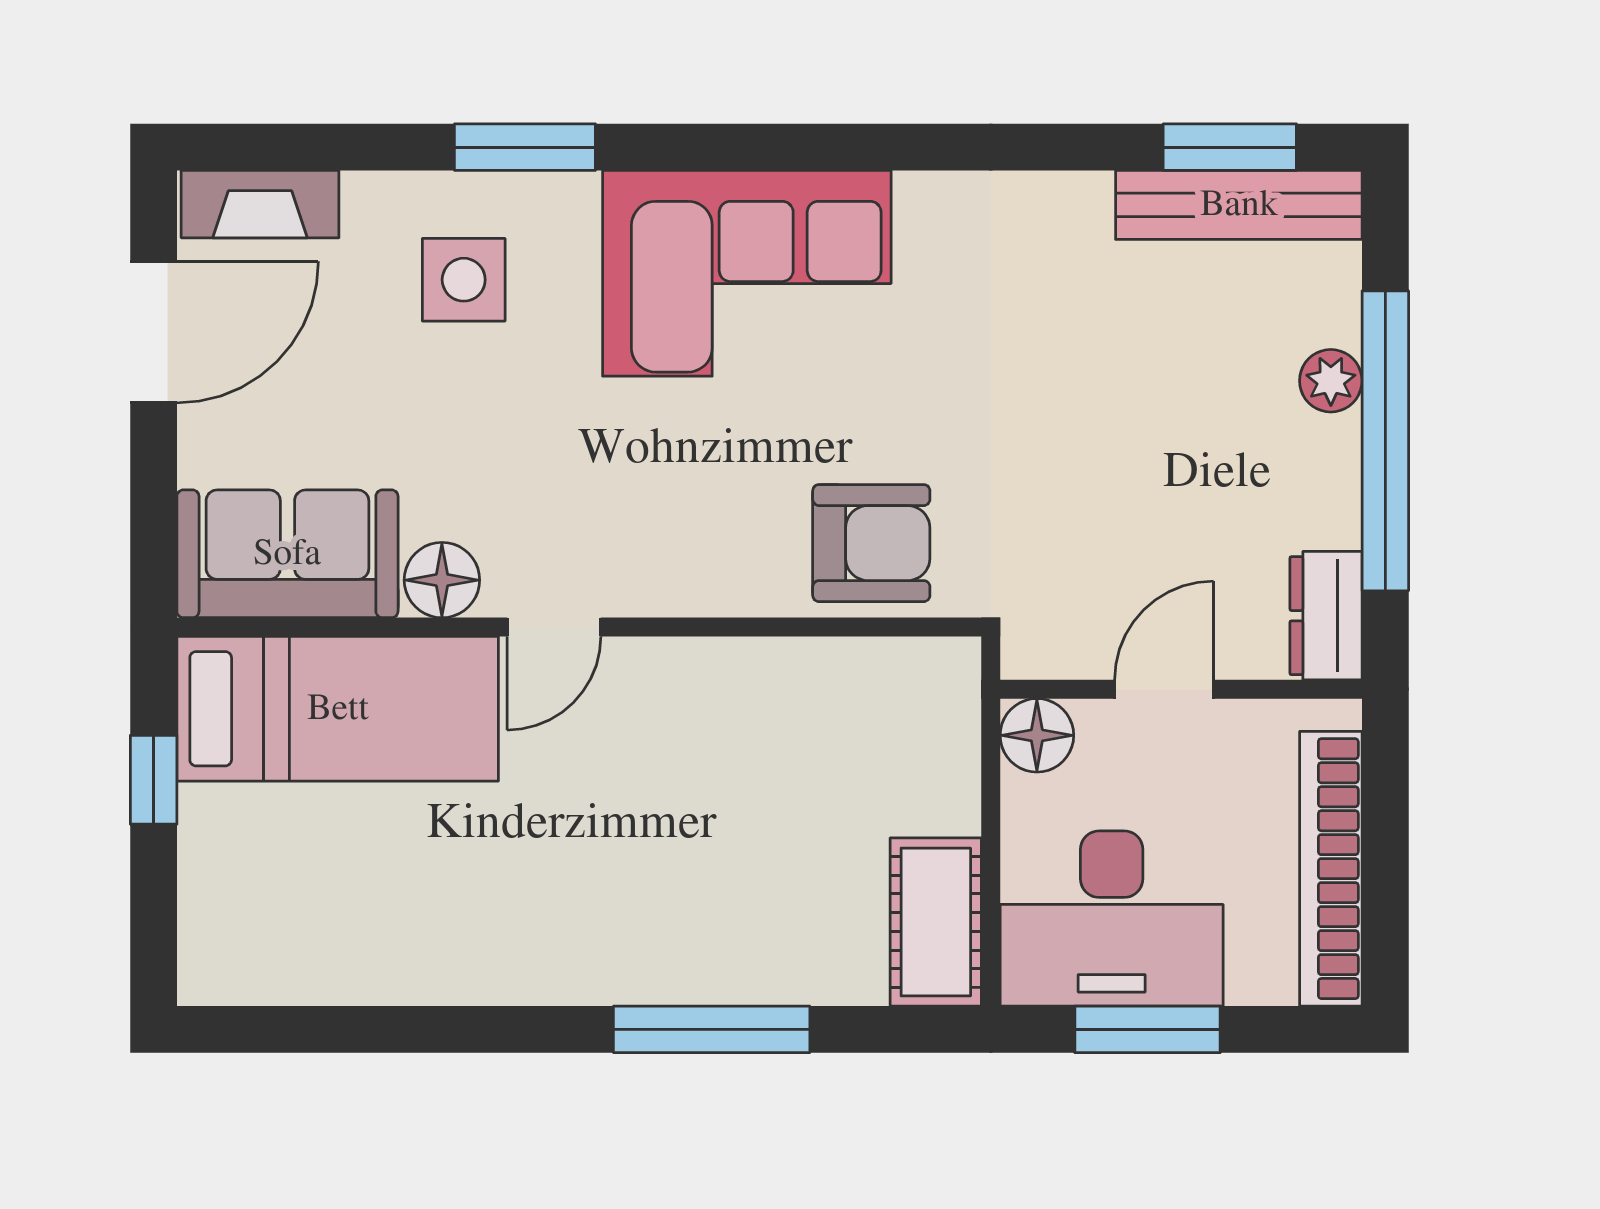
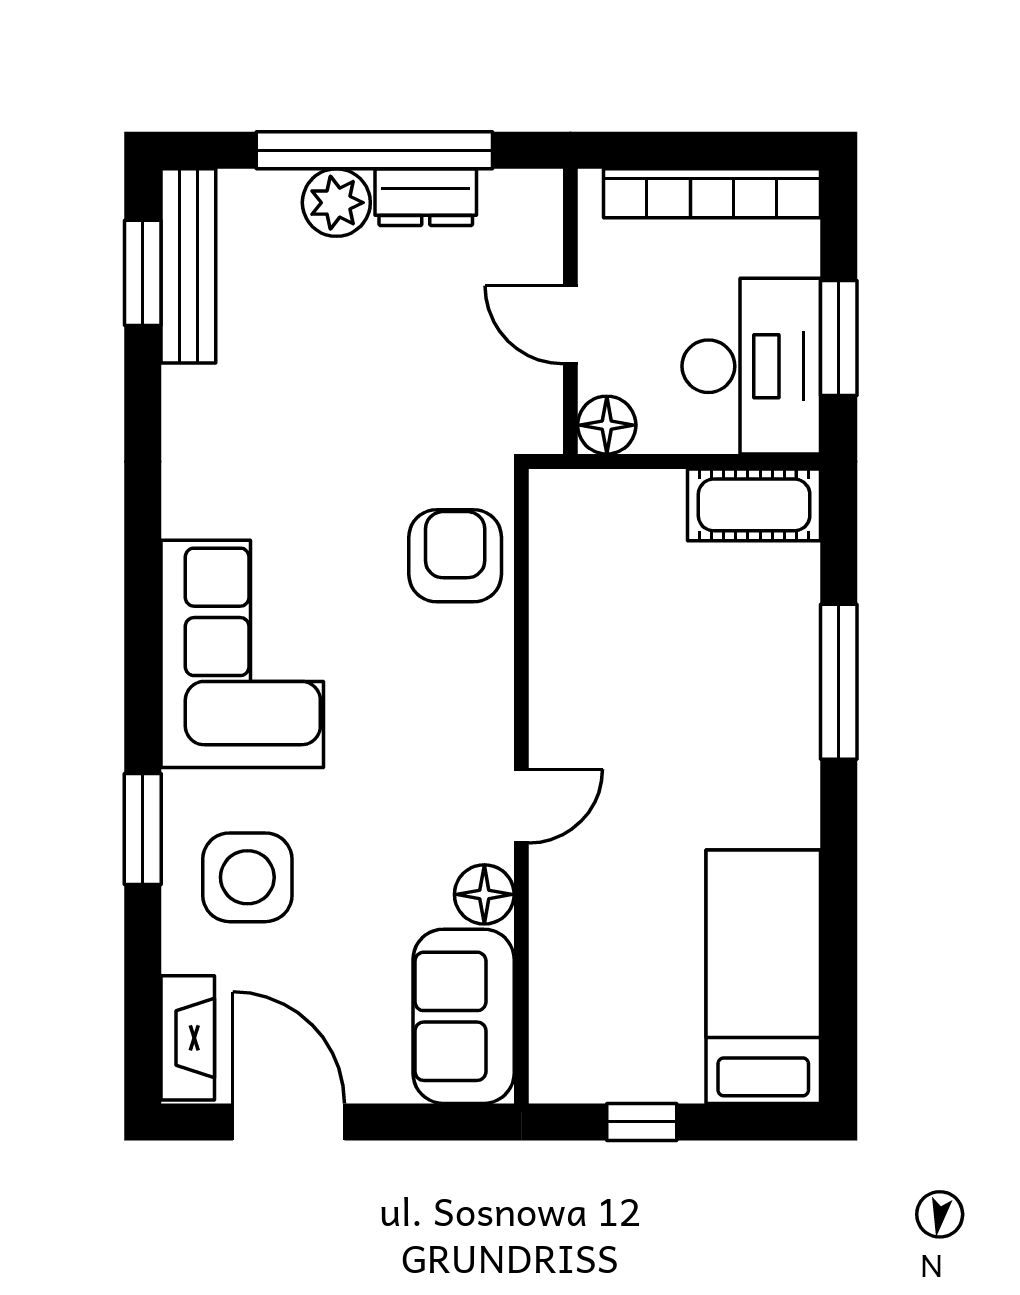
side table: (464, 280) -> (247, 877), width x1.37, depth x1.37
plant: (1331, 381) -> (336, 203), width x1.38, depth x1.38
dresser: (1326, 616) -> (426, 197), moved
door: (554, 627) -> (521, 806), hinge flipped
bed: (338, 709) -> (763, 977), moved

